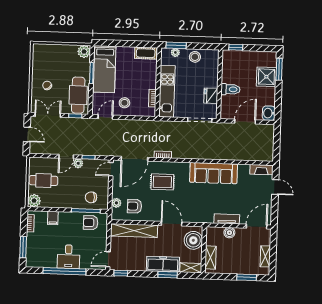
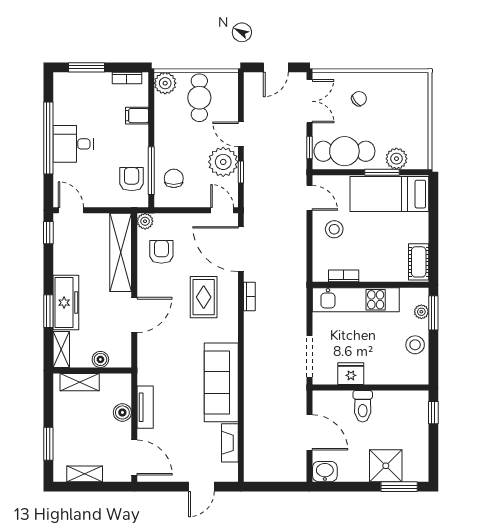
plant: (84, 52) -> (396, 159), moved
plant: (78, 163) -> (223, 162), width x1.88, depth x1.88
fireplace: (261, 170) -> (230, 443), moved
plant: (116, 203) -> (145, 221), moved
boiler: (193, 240) -> (100, 359), width x0.54, depth x0.54

